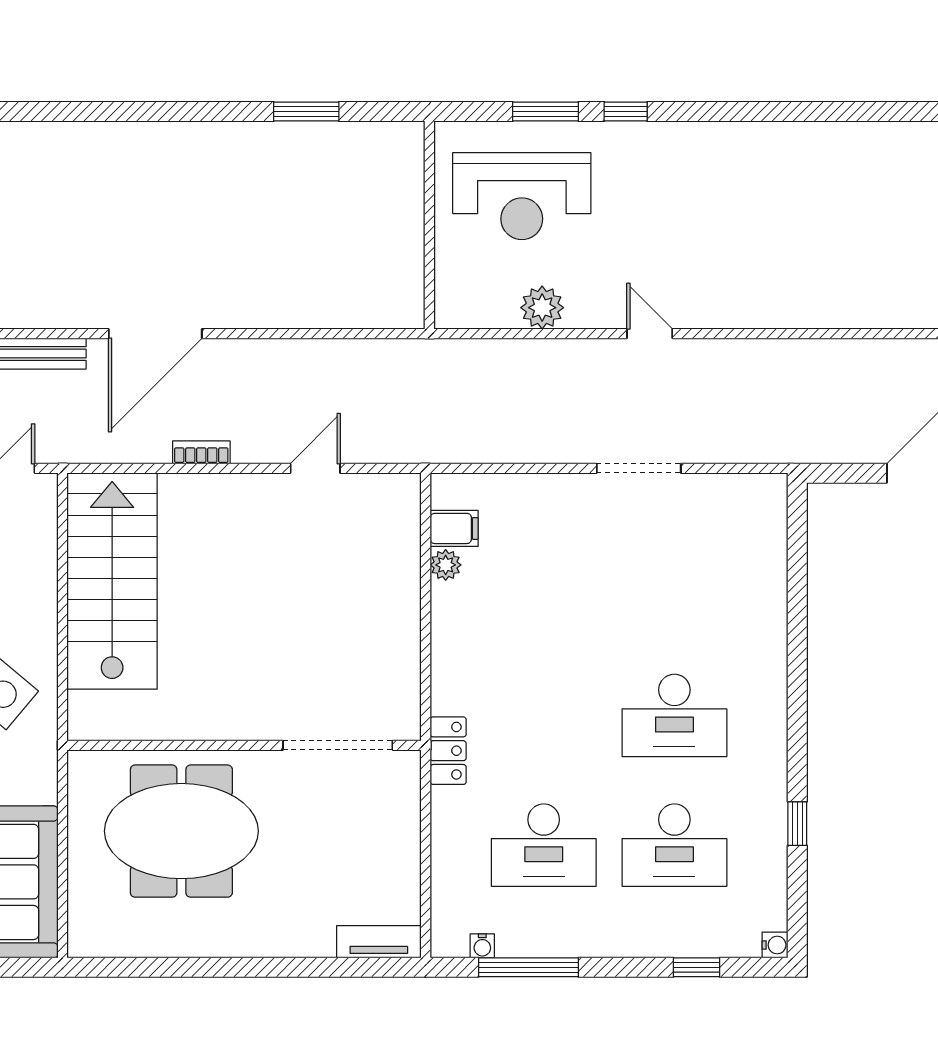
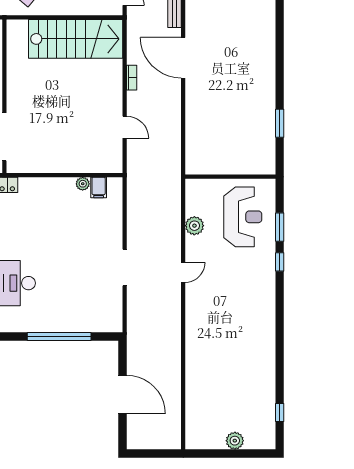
reception desk: (522, 196) -> (243, 217), turned 180
window: (797, 619) -> (59, 336), added

